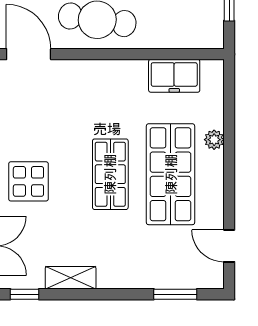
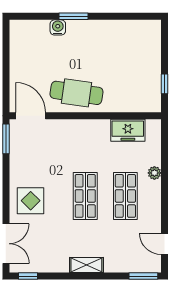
shop shelf: (171, 174) -> (125, 196), width x0.70, depth x0.74
shelving: (71, 278) -> (86, 265), moved
window: (175, 294) -> (143, 276), moved

